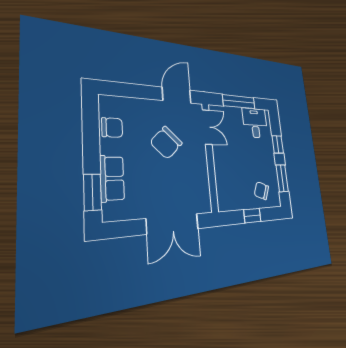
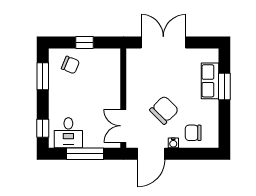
water cooler: (154, 105) -> (173, 143), added
chair: (112, 128) -> (193, 133), moved
window: (278, 144) -> (43, 128), moved
window: (92, 192) -> (224, 87), moved

